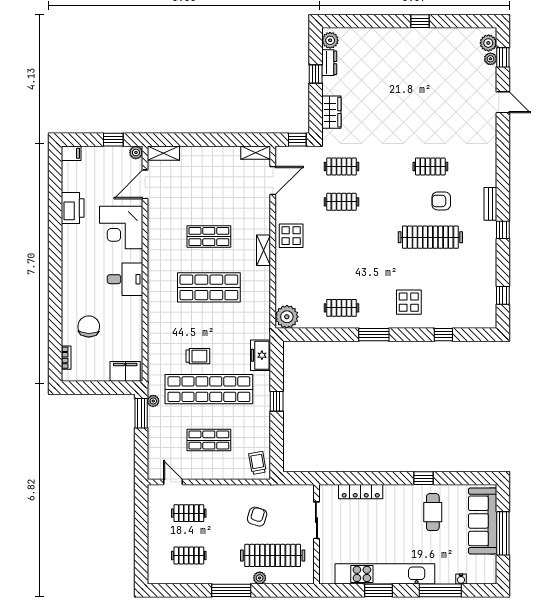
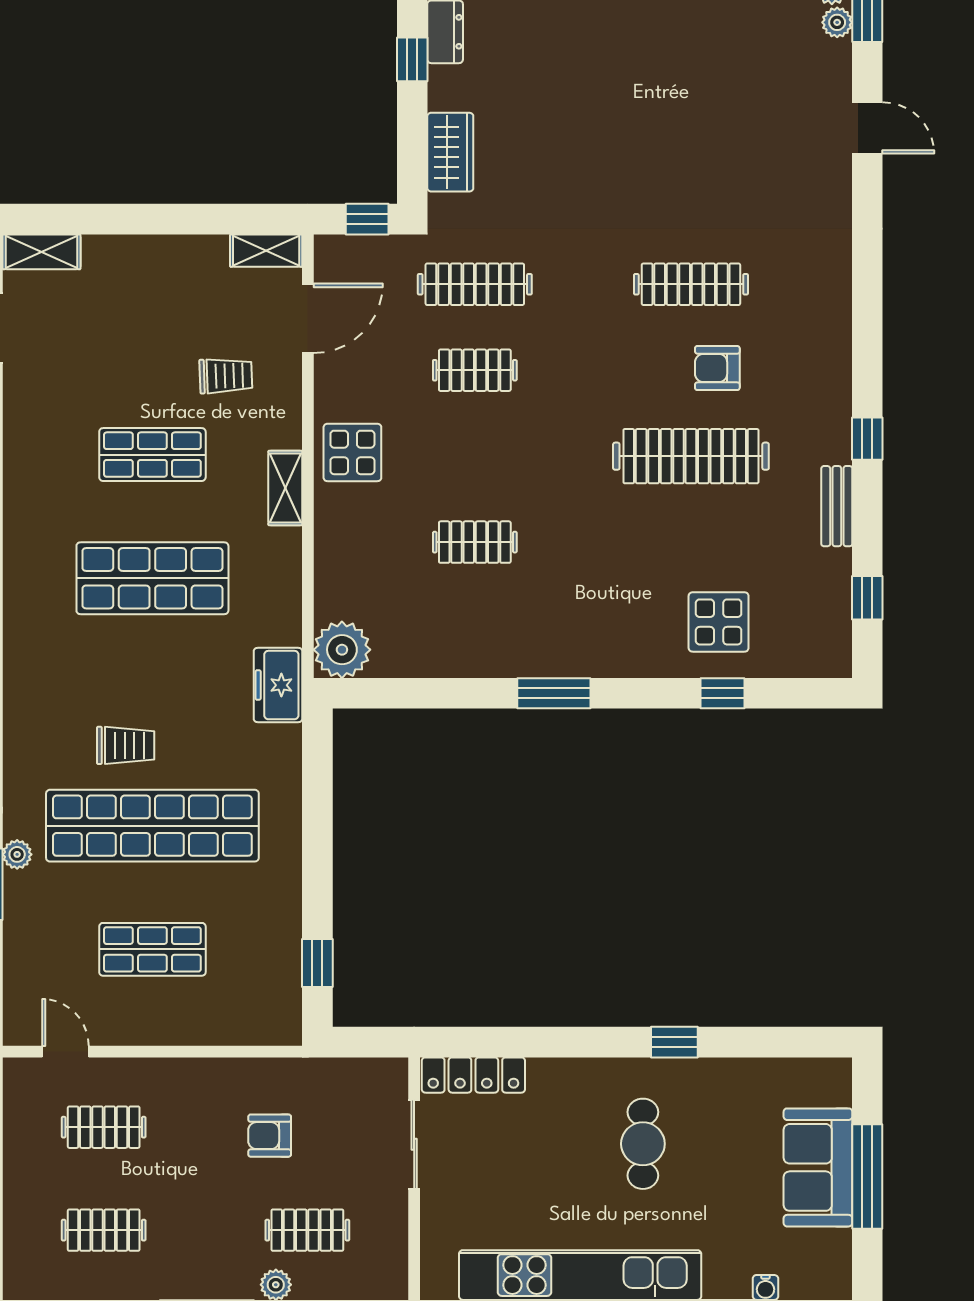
clothes rail: (341, 166) -> (475, 284), width x1.36
clothes rail: (430, 166) -> (691, 284), width x1.36
bench: (490, 204) -> (837, 506), moved
display table: (409, 302) -> (719, 622), moved
clothes rail: (341, 308) -> (475, 542), moved
freezer: (261, 355) -> (278, 685), moved
window: (277, 401) -> (317, 963), moved
trolley: (257, 463) -> (226, 376), moved, turned 98
locker: (361, 492) -> (473, 1075), moved
cafe table: (433, 512) -> (643, 1144), moved
armchair: (257, 517) -> (270, 1136), turned -107
sofa: (483, 521) -> (818, 1167), width x0.73
clothes rail: (273, 555) -> (307, 1230), width x0.54, depth x0.76

